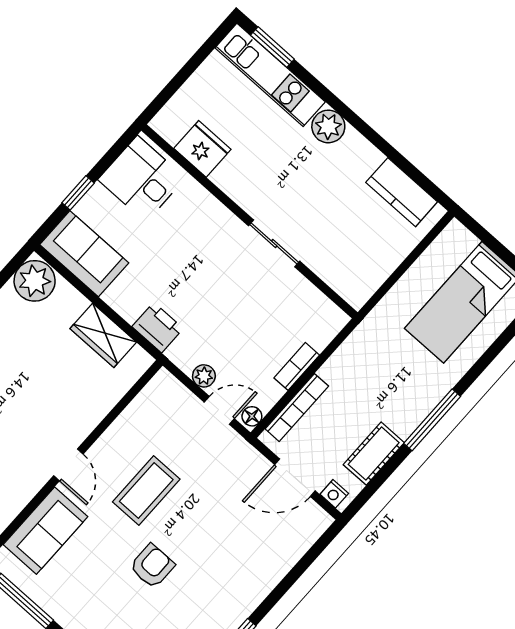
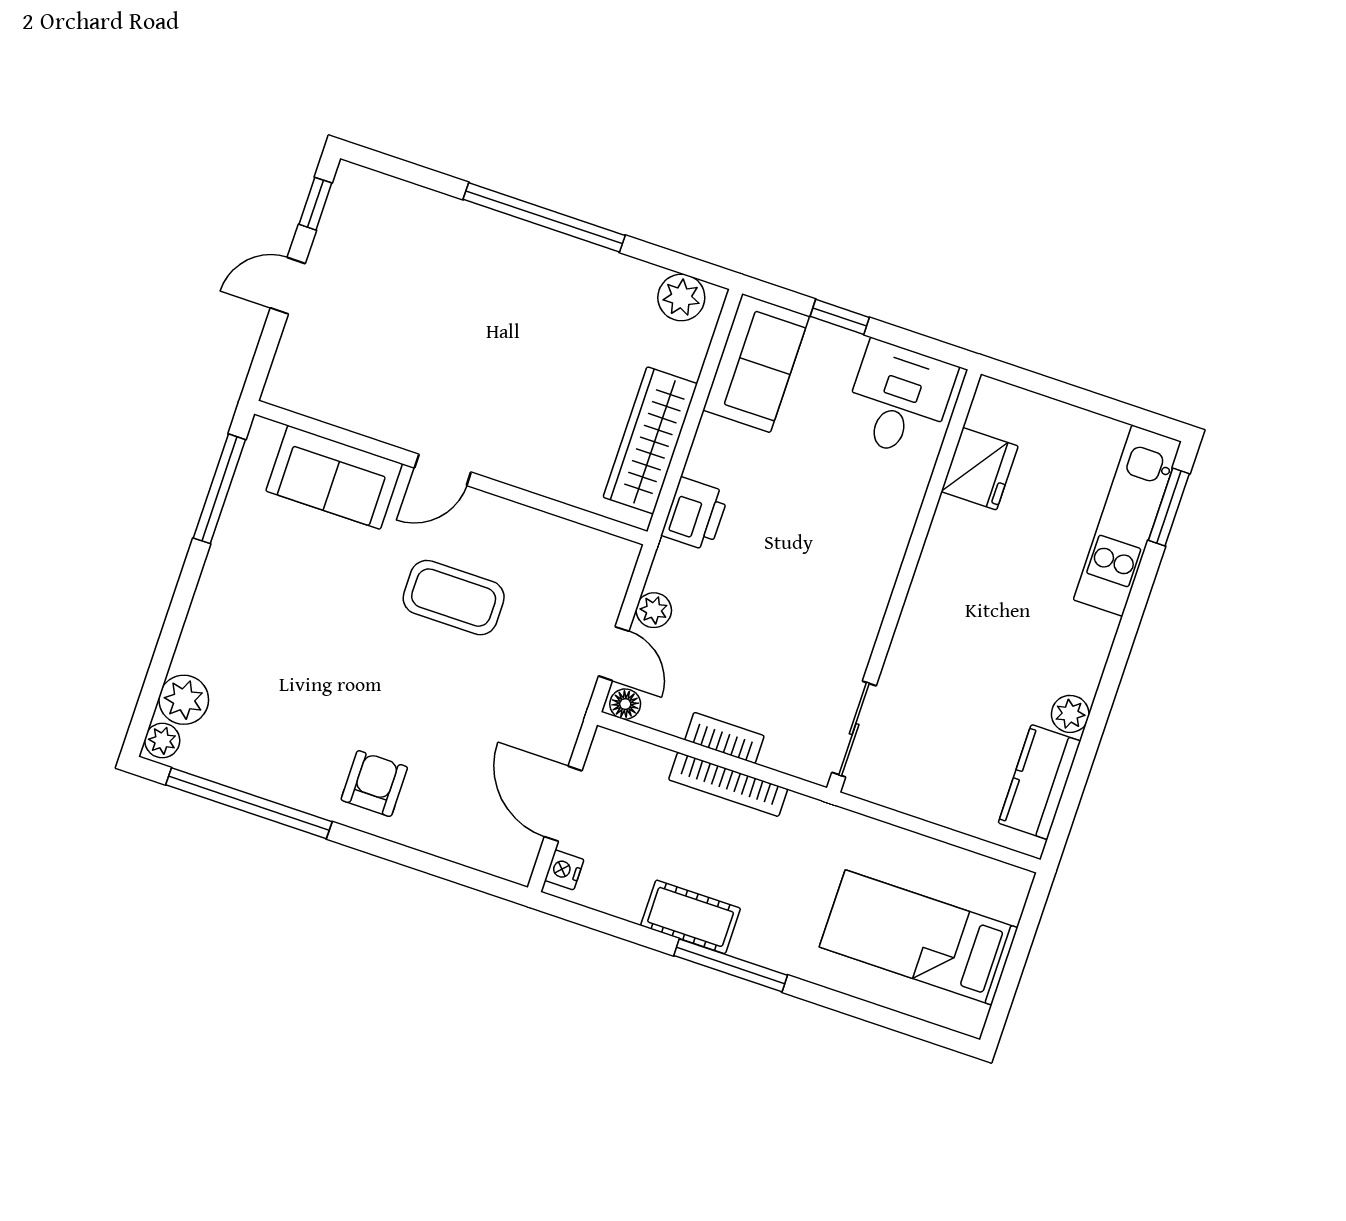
plant: (328, 126) -> (1070, 714), moved, width x0.73, depth x0.73
sliding door: (274, 243) -> (854, 729), moved
plant: (35, 281) -> (681, 298), width x0.73, depth x0.73
wardrobe: (103, 335) -> (650, 440), width x1.50
bookcase: (297, 408) -> (728, 784), moved
cot: (374, 454) -> (691, 917), moved
armchair: (152, 566) -> (374, 784), moved, turned -90

